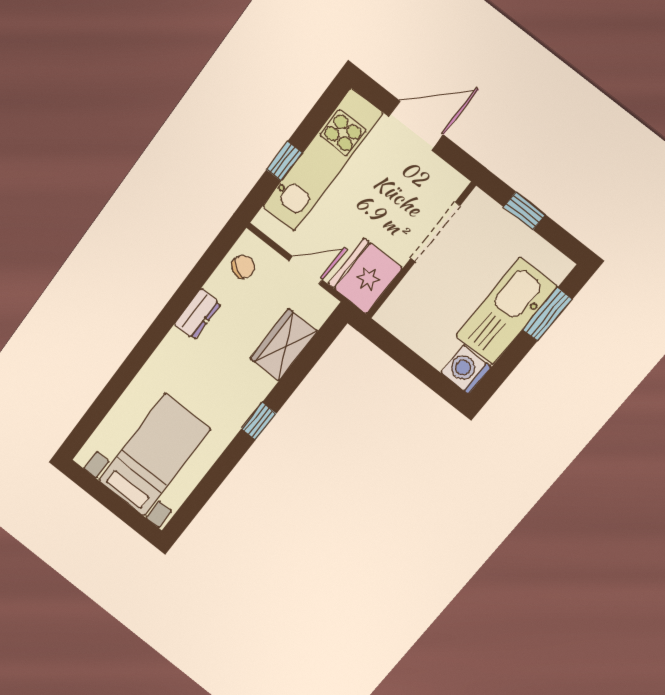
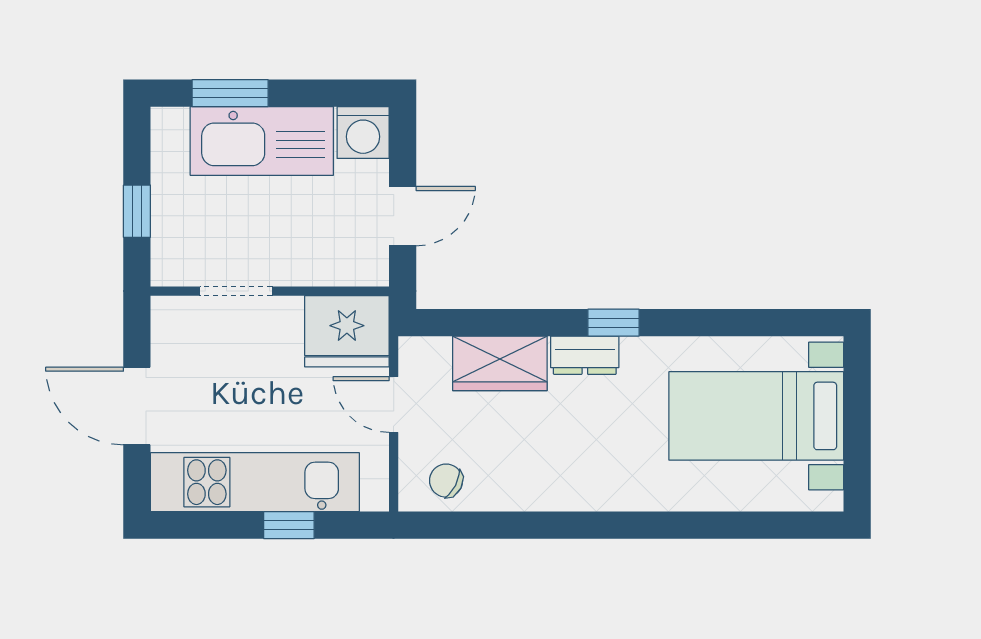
doorway: (435, 232) -> (236, 291), width x0.73
dresser: (198, 314) -> (585, 355), moved, turned 180
door: (403, 355) -> (403, 216), added

